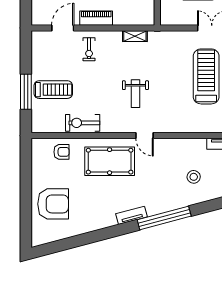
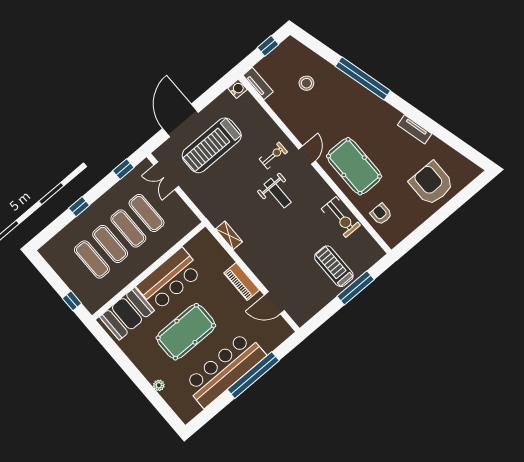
exercise bike: (89, 49) -> (273, 155), moved
weight bench: (135, 94) -> (278, 193), turned 90
tv unit: (131, 215) -> (415, 129), moved

